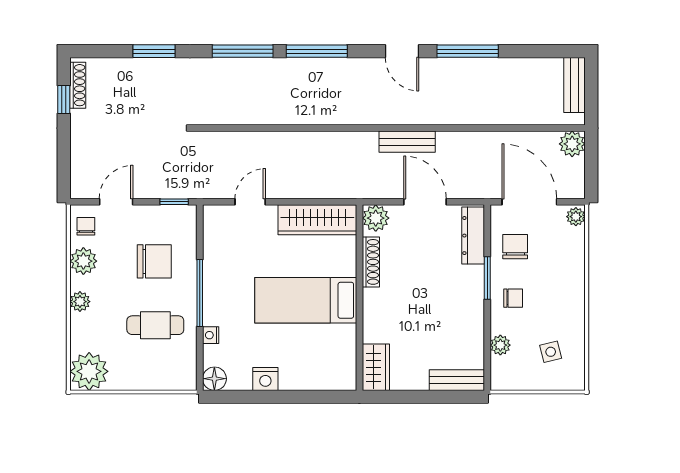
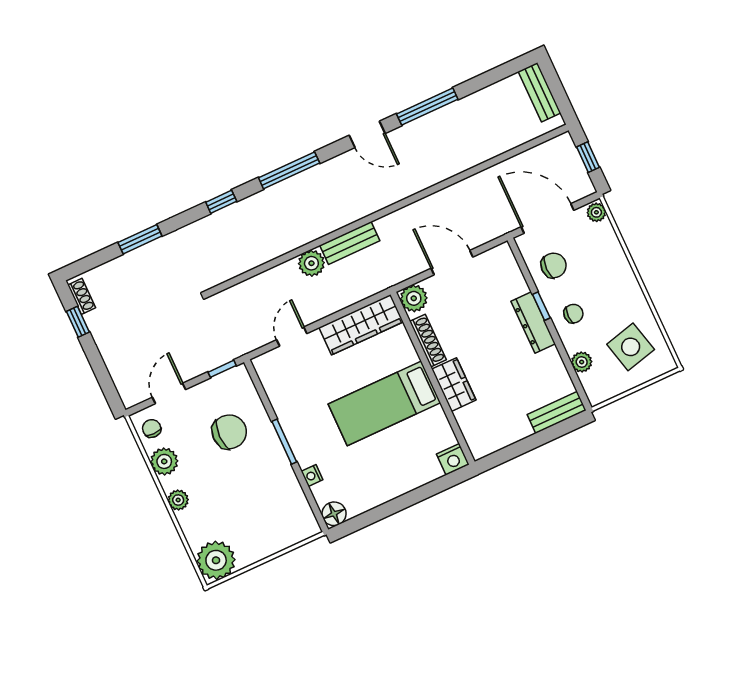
window: (243, 51) -> (221, 202), width x0.46
shoe rack: (78, 85) -> (82, 296), width x0.70
bench: (407, 142) -> (350, 243), moved
plant: (572, 144) -> (311, 263), moved
window: (591, 163) -> (588, 157), added
dresser: (473, 236) -> (533, 322), moved
chair: (515, 247) -> (554, 265), turned 90
window: (487, 278) -> (541, 306), width x0.67
window: (200, 293) -> (284, 442), width x0.69
cafe table: (155, 325) -> (257, 490), removed
side table: (551, 352) -> (631, 347), width x1.87, depth x1.87
wardrobe: (376, 367) -> (454, 385), moved
nightstand: (265, 379) -> (453, 459), moved

